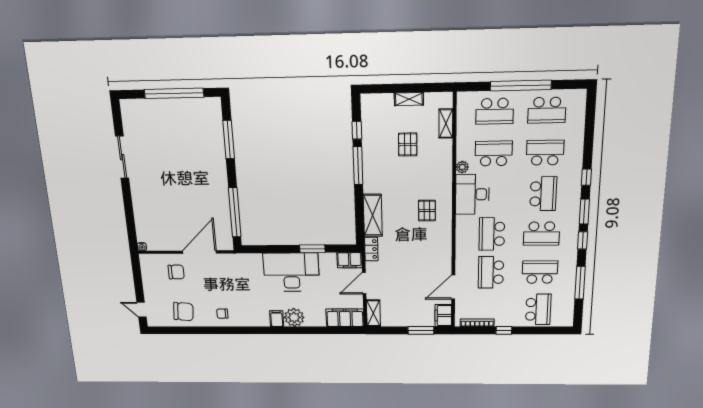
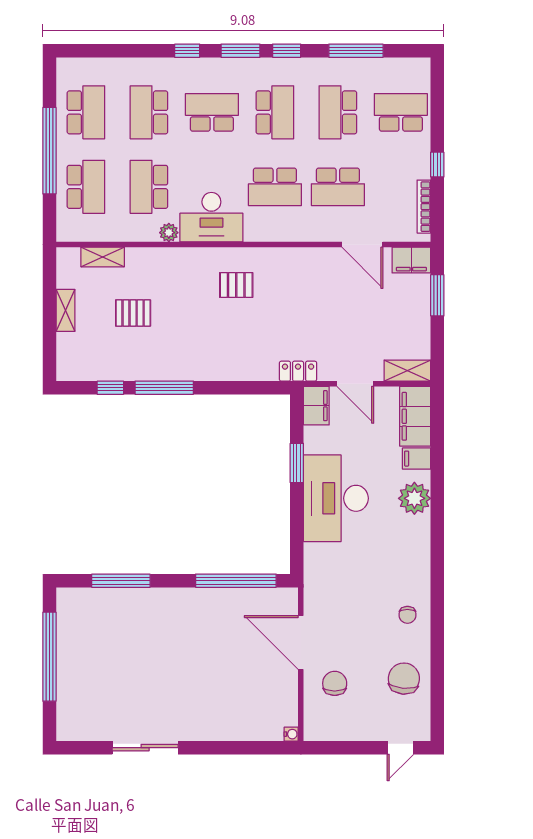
shelving: (373, 215) -> (243, 368), removed
filing cabinet: (277, 319) -> (417, 459), moved

